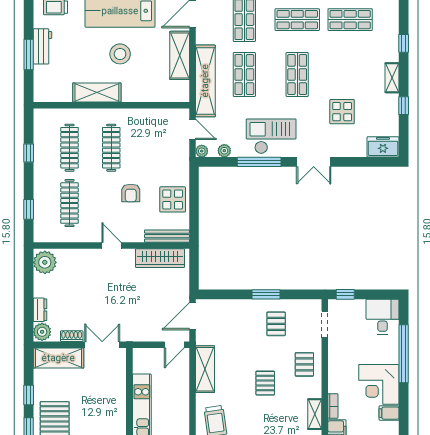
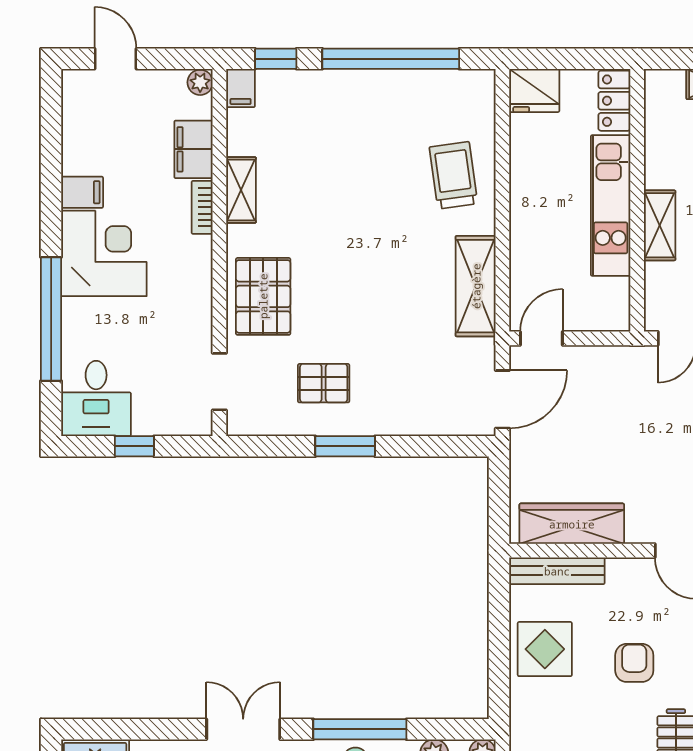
window: (345, 294) -> (134, 446), moved
pallet: (276, 324) -> (324, 383), turned 90
pallet: (304, 364) -> (263, 296), width x1.50, depth x1.42
pallet: (265, 383) -> (347, 257), removed
shelving: (119, 398) -> (660, 225), added

